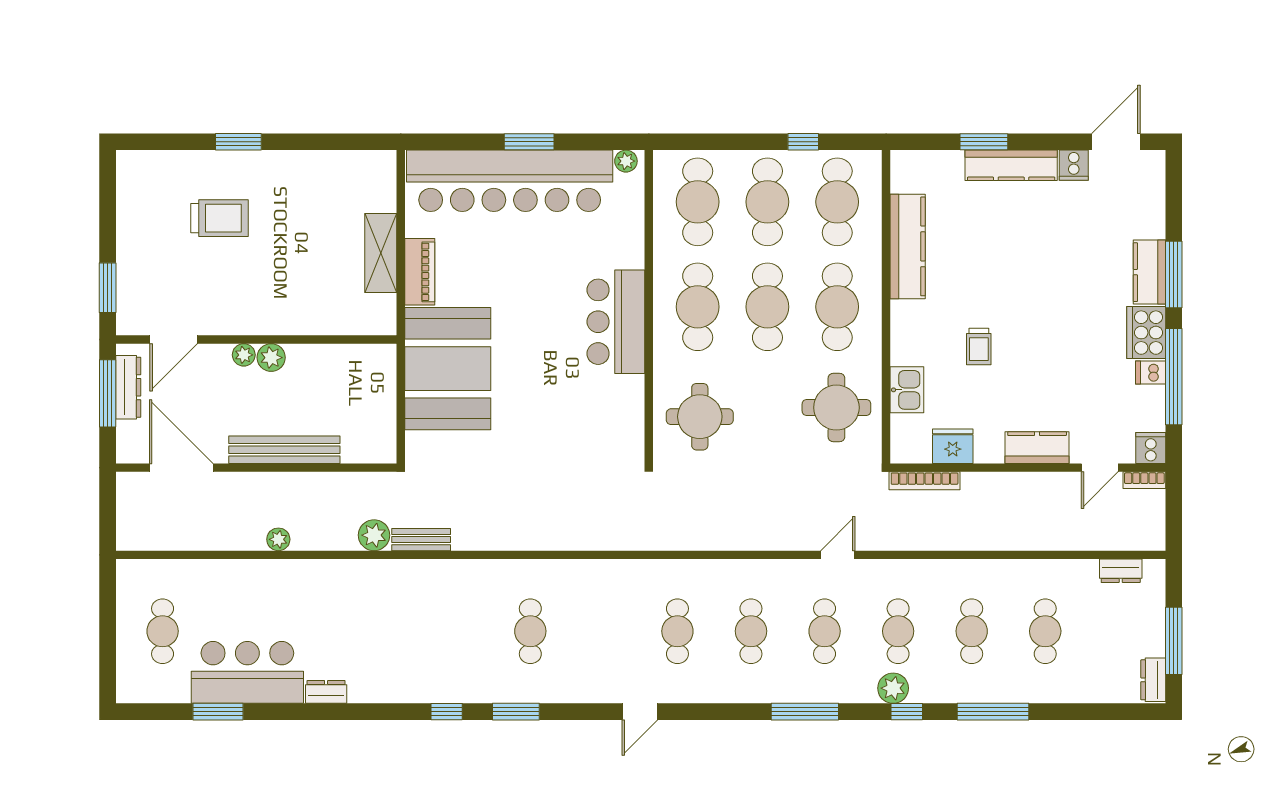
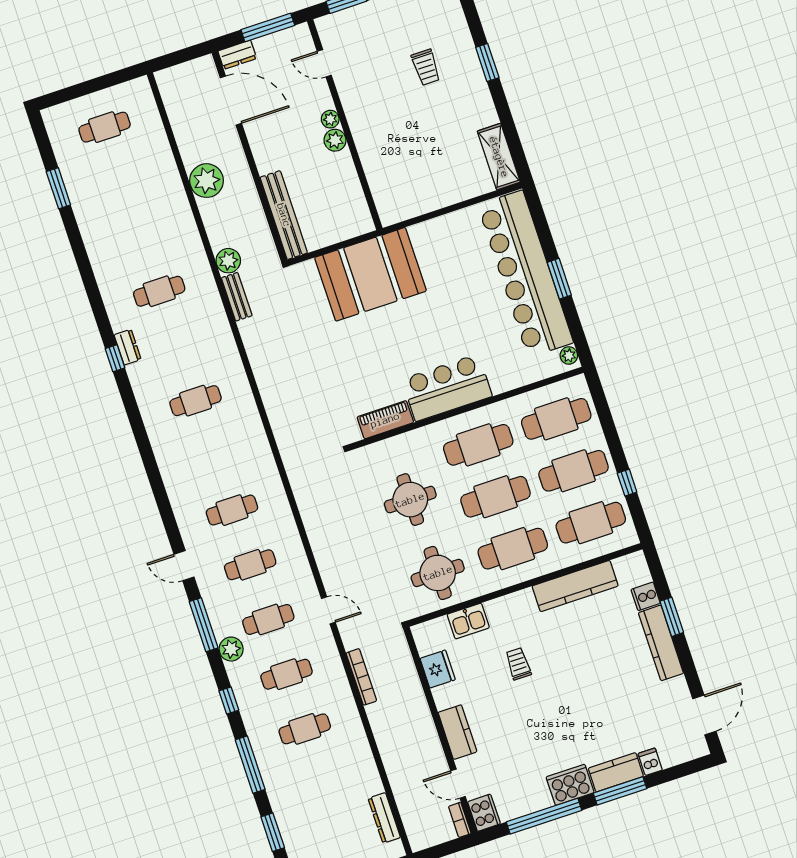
door: (1116, 142) -> (704, 715), hinge flipped
cooker: (1074, 165) -> (646, 596), moved
trolley: (219, 218) -> (426, 67), width x0.73, depth x0.72
shelving: (381, 253) -> (499, 157), moved, turned 90
piano: (420, 272) -> (385, 420), moved, turned 180
door: (174, 339) -> (324, 63), width x0.73
trolley: (979, 347) -> (518, 664), turned 90
dishwasher: (1151, 372) -> (650, 762), moved
dresser: (128, 387) -> (237, 55), moved, width x0.70
round table: (700, 417) -> (410, 500), moved
cooker: (1151, 448) -> (484, 813), width x1.36
bench: (284, 450) -> (284, 215), moved
door: (181, 468) -> (231, 101), hinge flipped
bookcase: (925, 481) -> (361, 677), moved, turned 180
plant: (278, 539) -> (207, 181), width x1.88, depth x1.88
dresser: (1121, 571) -> (384, 818), width x1.44
cafe table: (1045, 631) -> (159, 291), moved
bar counter: (247, 672) -> (95, 200), removed
plant: (893, 688) -> (231, 649), moved
dresser: (326, 692) -> (128, 347), moved
window: (516, 712) -> (273, 832), moved
door: (640, 712) -> (184, 566), moved

